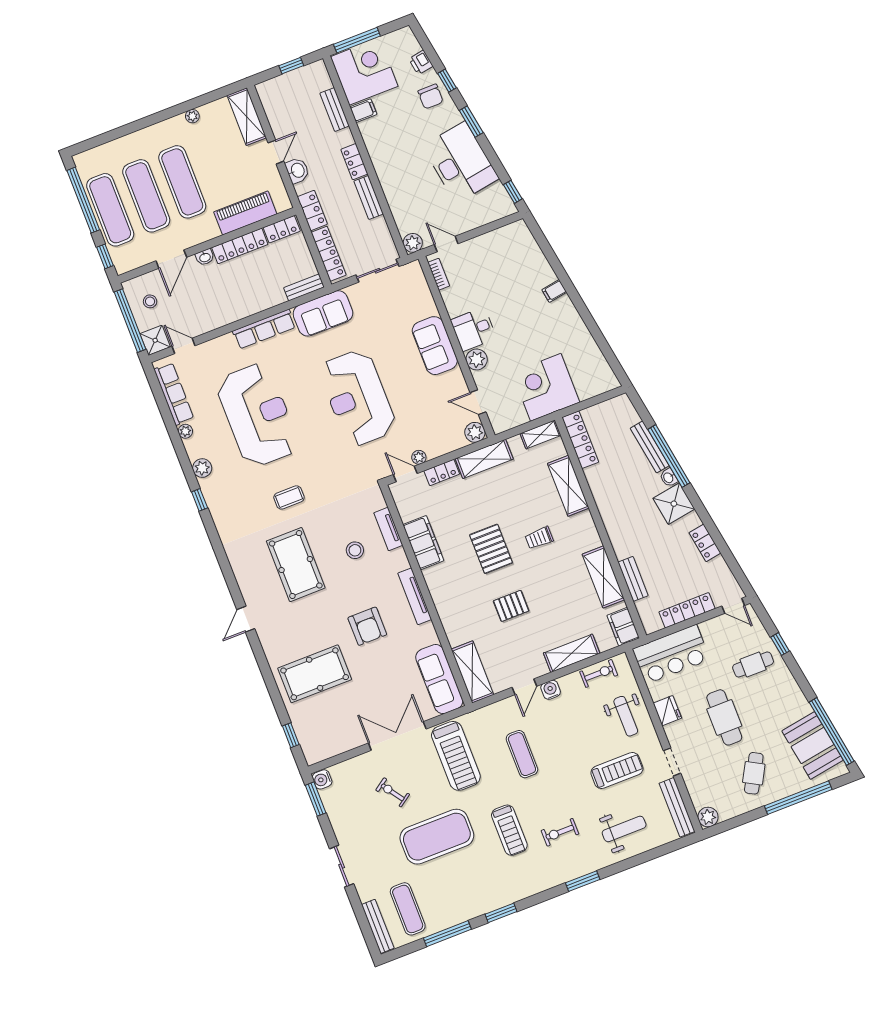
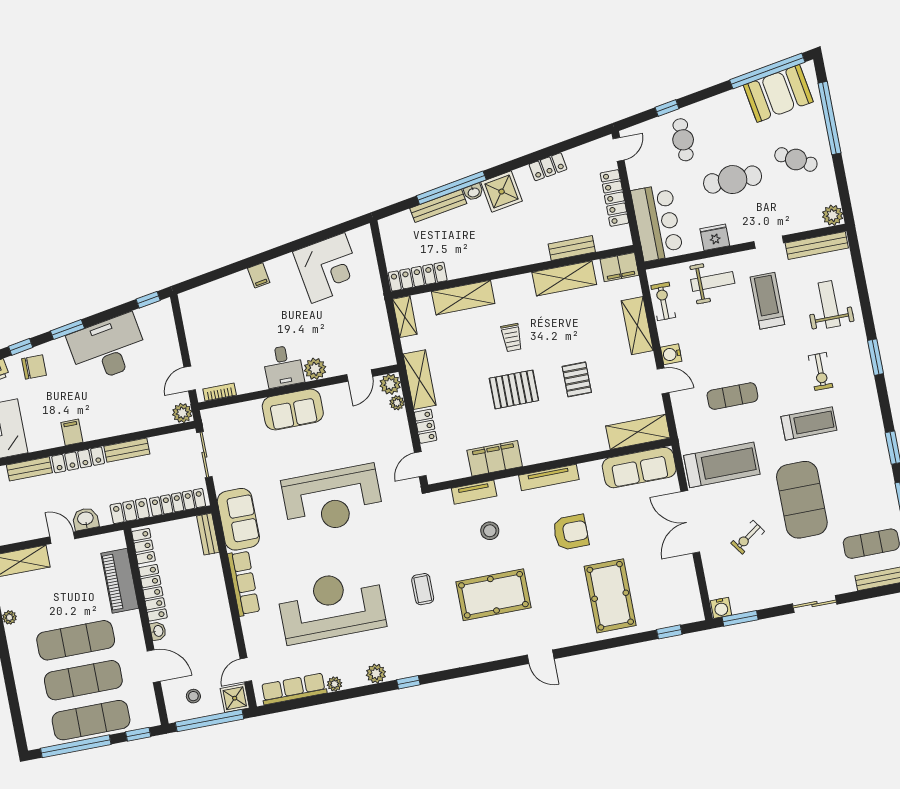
filing cabinet: (363, 111) -> (72, 432), moved
locker: (354, 162) -> (78, 460), width x1.53
corner desk: (546, 387) -> (328, 268), moved, turned -99
plant: (419, 457) -> (397, 403), moved

